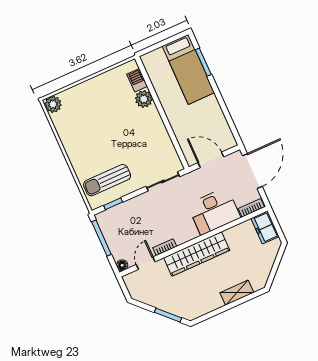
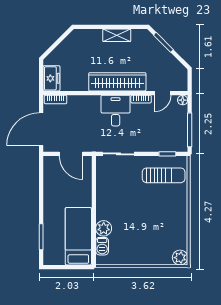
bed: (188, 69) -> (78, 236), moved
desk: (214, 211) -> (116, 111), moved, width x0.73
shelving: (237, 293) -> (117, 35), moved

